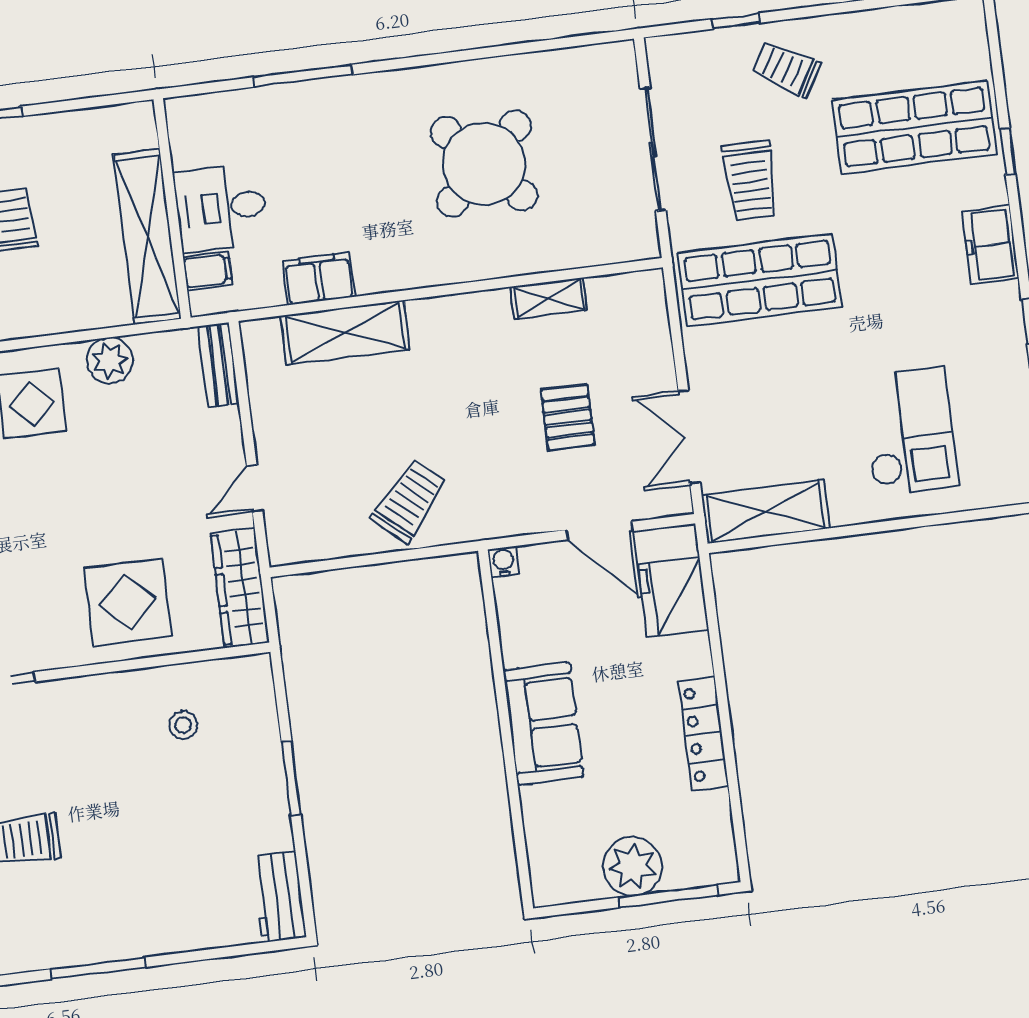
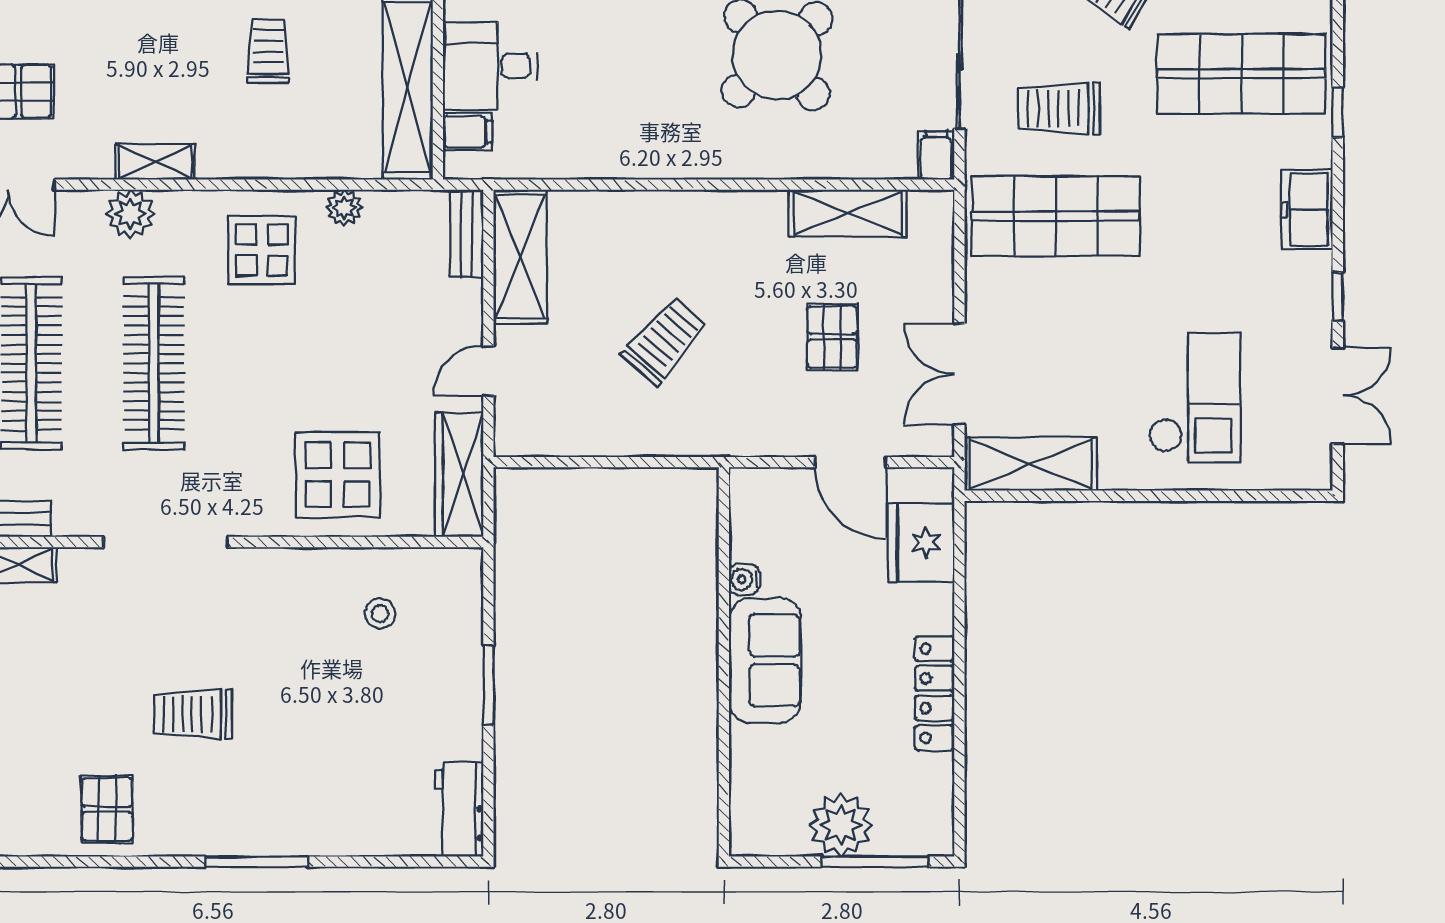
trolley: (750, 180) -> (1059, 109), turned 90
filing cabinet: (319, 279) -> (936, 155), moved, width x0.50
shelving: (549, 298) -> (848, 213), width x1.50, depth x1.33
shelving: (345, 333) -> (520, 256), moved, turned 90
plant: (110, 360) -> (344, 208), width x0.73, depth x0.73
trolley: (409, 501) -> (664, 341), moved
water cooler: (503, 562) -> (744, 579), moved, turned -90

